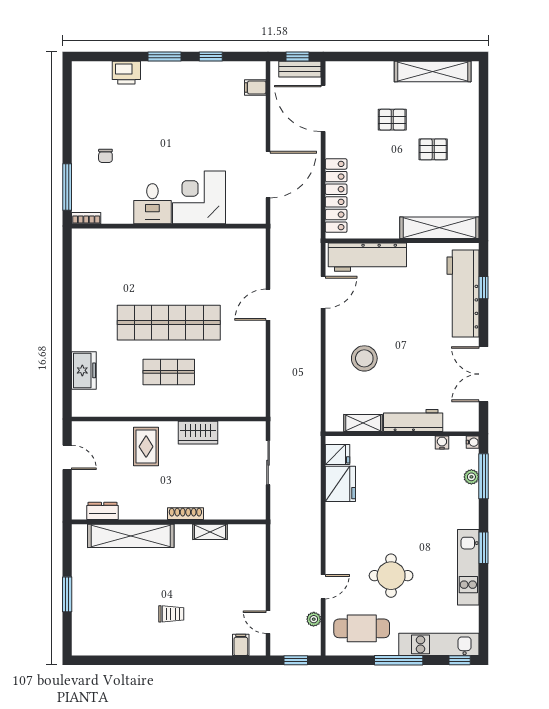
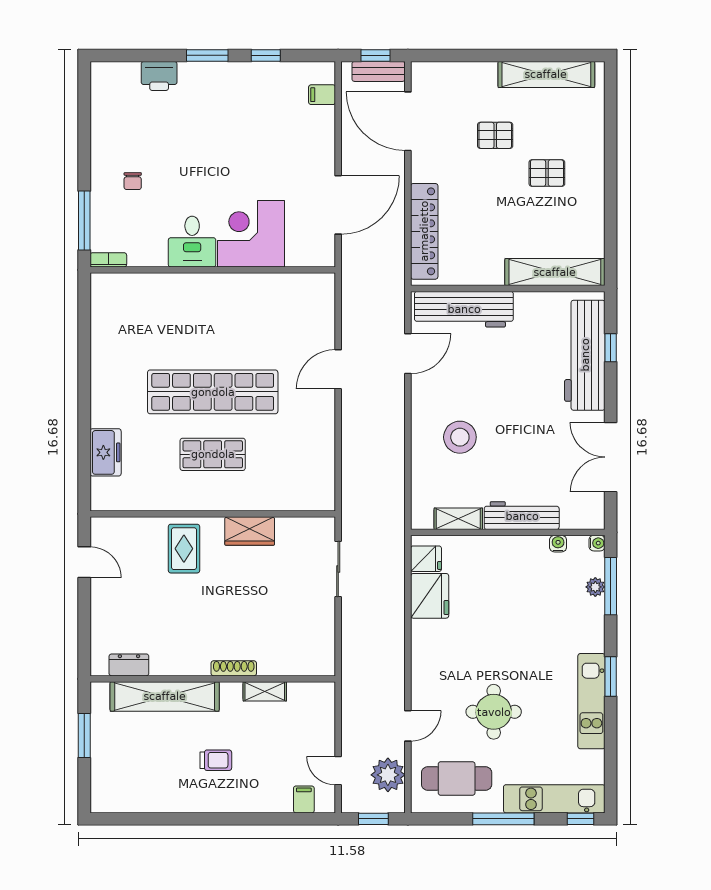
dresser: (103, 511) -> (129, 665), moved
shoe rack: (185, 514) -> (234, 668), moved
wall: (169, 522) -> (213, 679), moved
shelving: (210, 532) -> (265, 691), moved
shelving: (131, 536) -> (165, 696), moved
plant: (314, 619) -> (388, 775), width x1.88, depth x1.88

